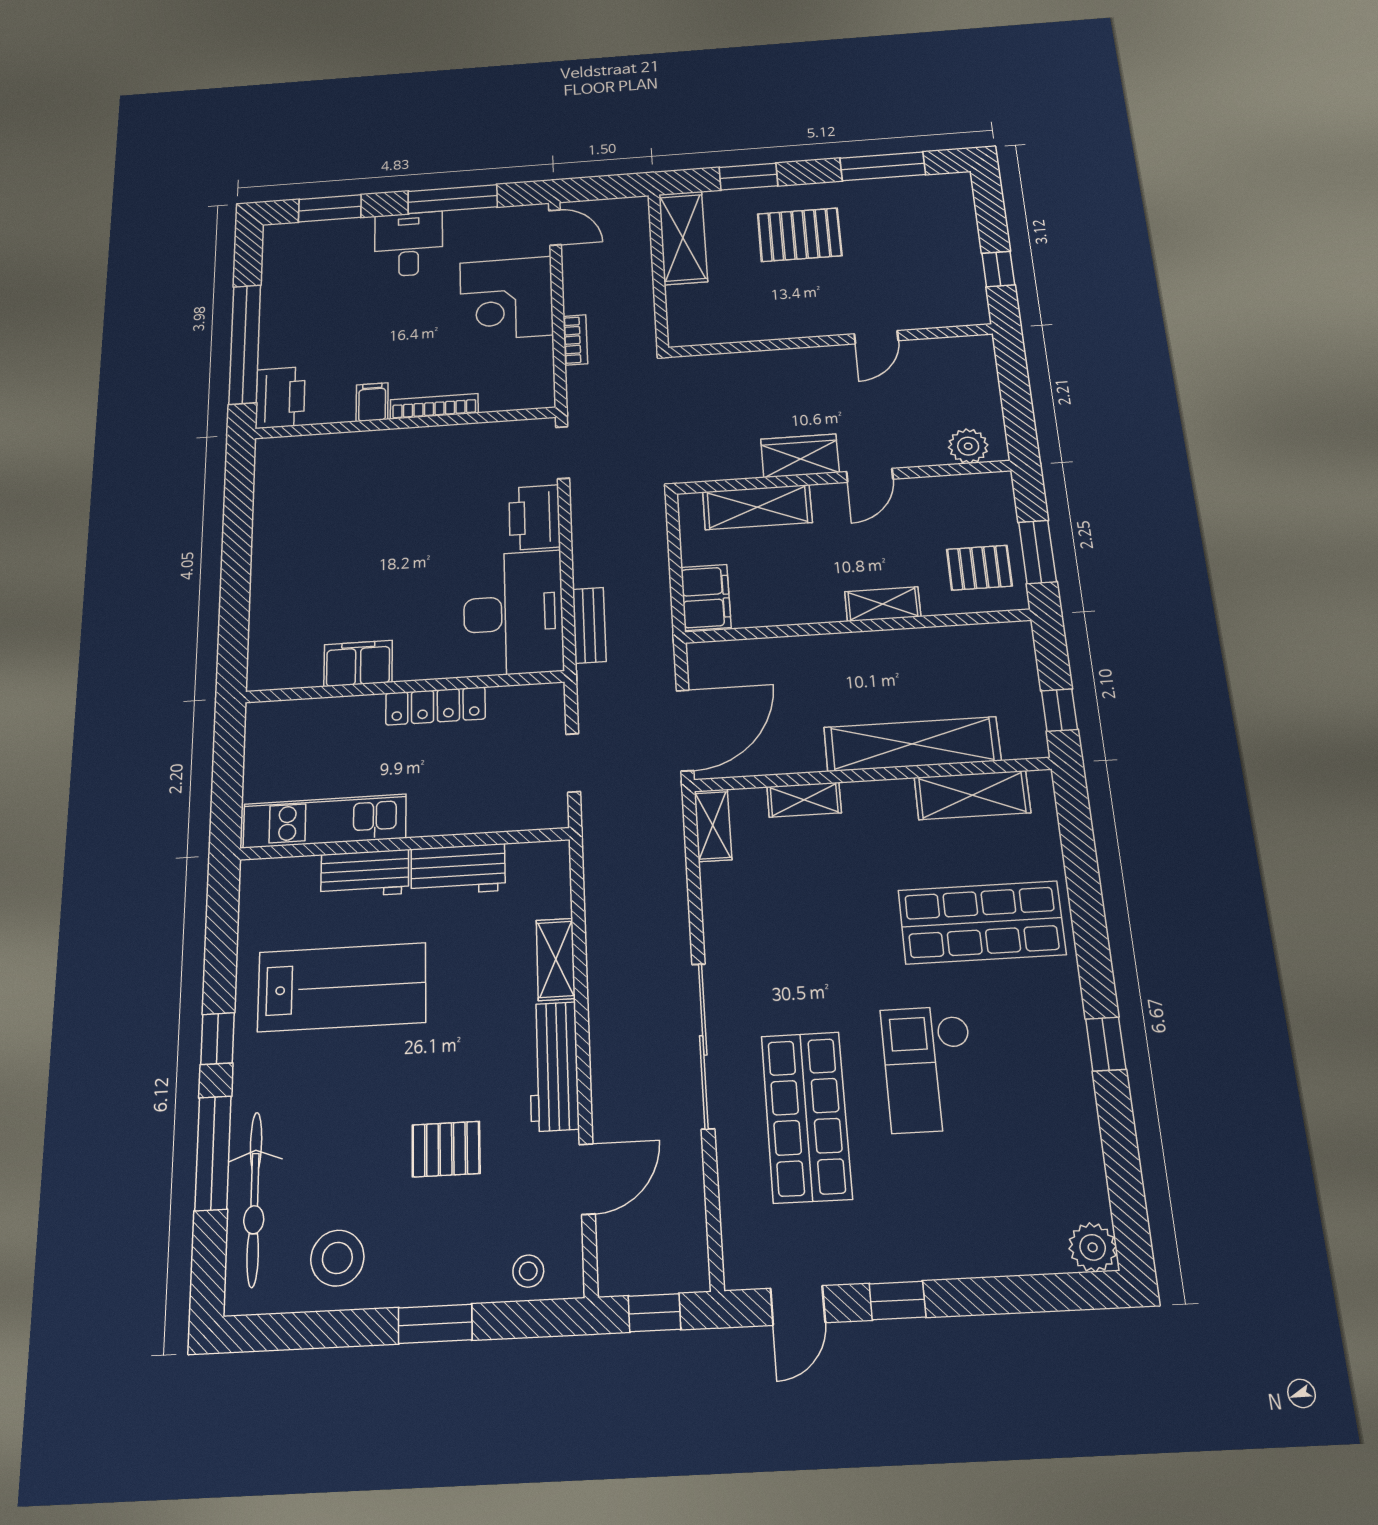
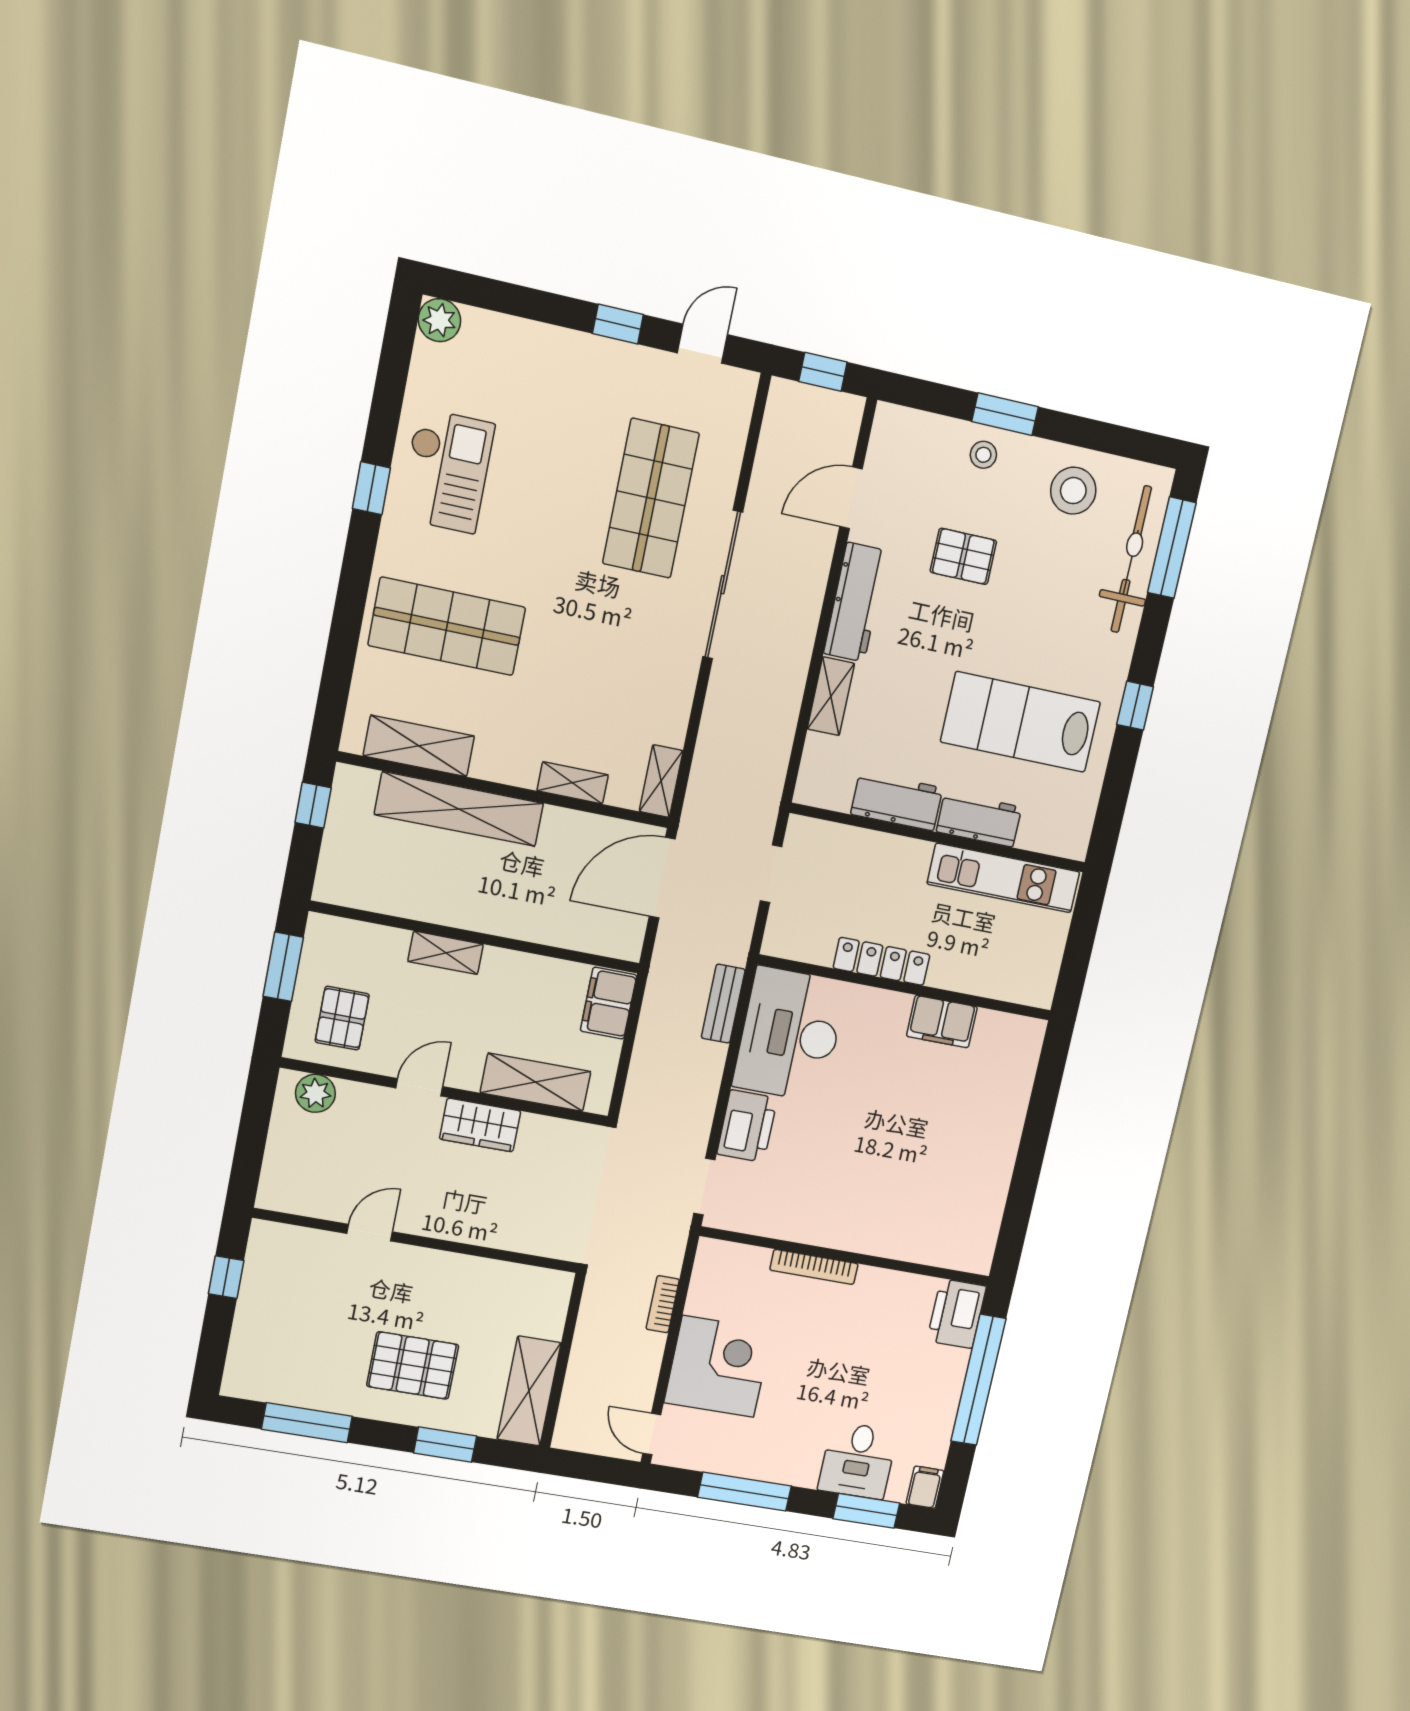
desk: (409, 244) -> (858, 1460), moved
filing cabinet: (372, 402) -> (925, 1487), moved, turned 180
pallet: (979, 568) -> (342, 1018), moved, turned 90
checkout: (929, 1069) -> (447, 471), moved
window: (213, 1153) -> (1172, 548), moved
stool: (528, 1271) -> (983, 455), moved

